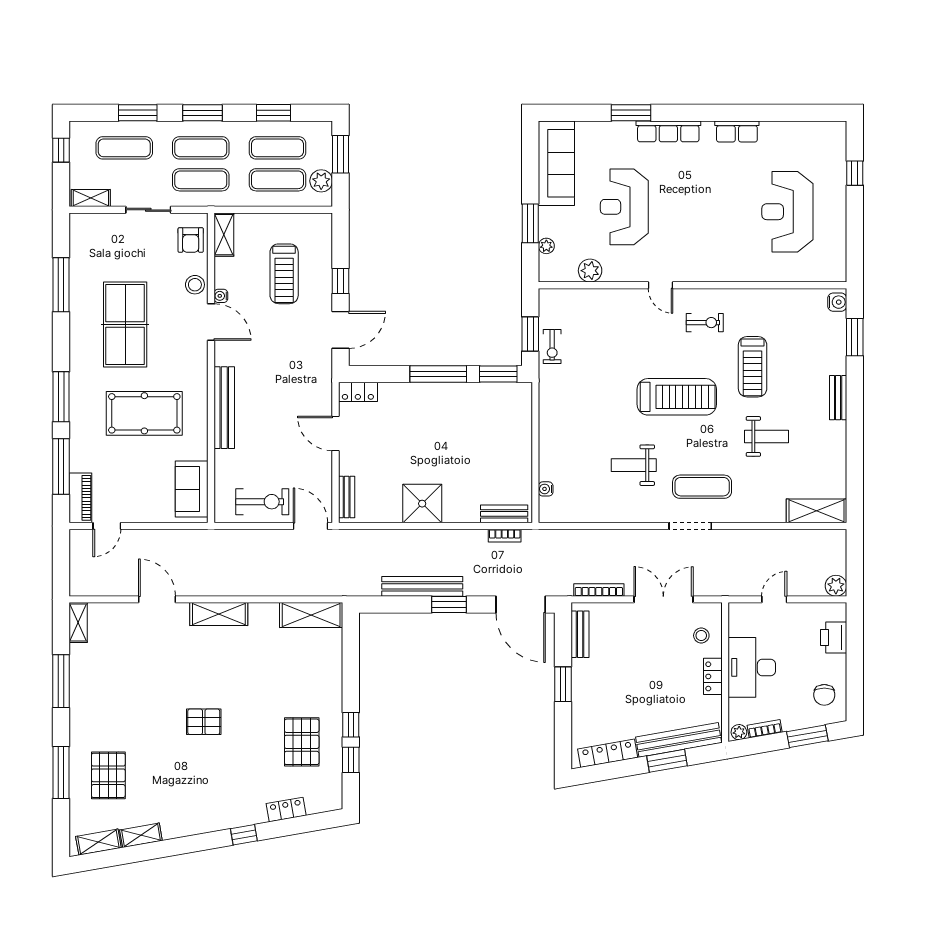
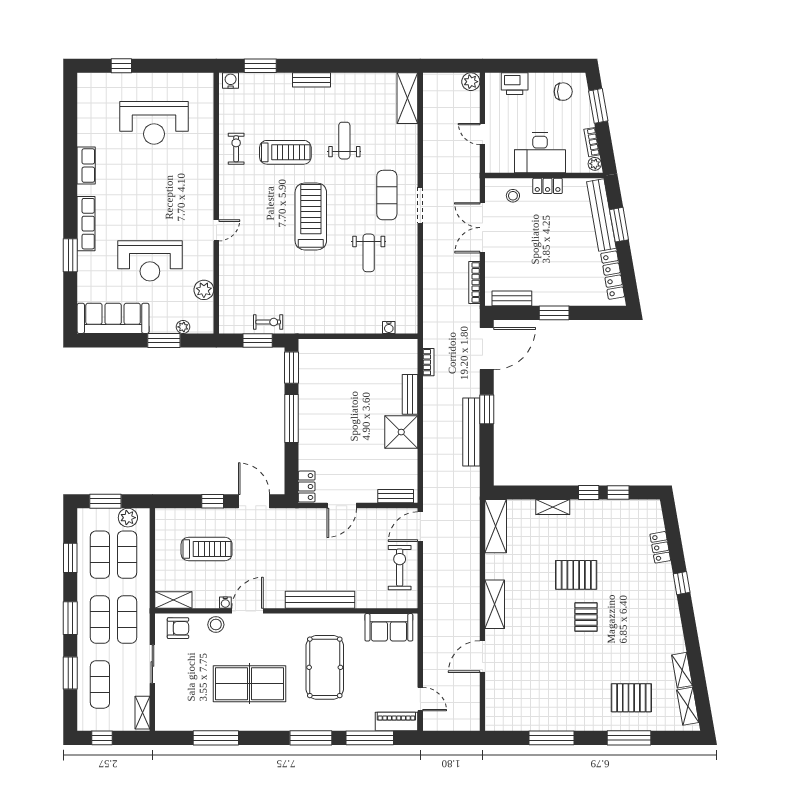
exercise bike: (705, 323) -> (236, 149), moved
bench: (504, 514) -> (410, 394), moved
shelving: (78, 623) -> (553, 507), moved
pallet: (302, 742) -> (576, 575), moved

